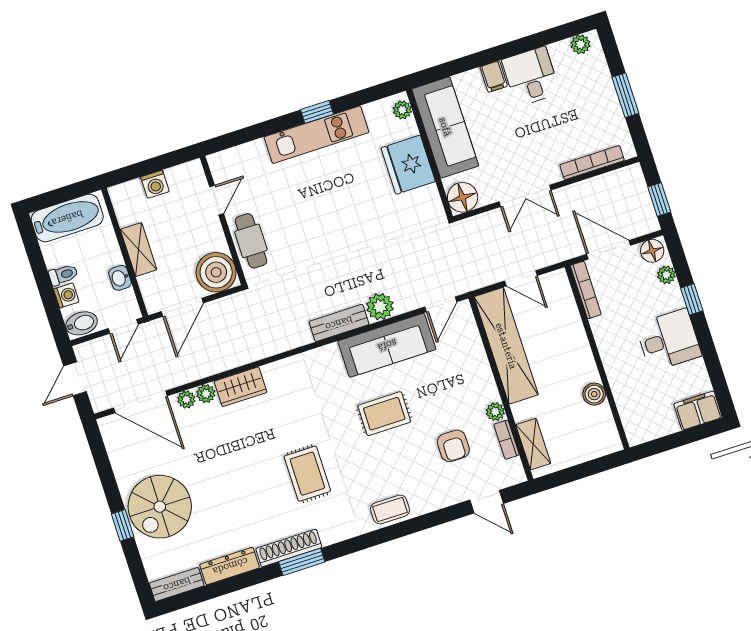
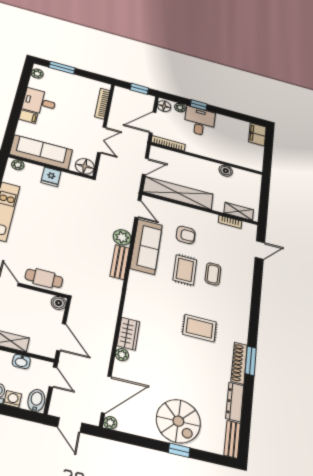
window: (625, 95) -> (62, 68), moved
fridge: (408, 165) -> (51, 177), width x0.53, depth x0.75
boiler: (216, 272) -> (59, 303), width x0.54, depth x0.54
desk: (668, 340) -> (200, 121), moved
plant: (186, 399) -> (110, 423), moved
plant: (495, 412) -> (212, 218), removed
armchair: (453, 446) -> (186, 235), moved
coffee table: (390, 510) -> (213, 274), moved

